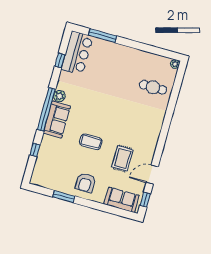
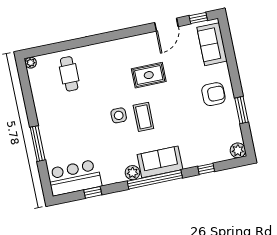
window: (102, 36) -> (38, 144), moved
side table: (105, 107) -> (119, 115), added
coffee table: (91, 142) -> (143, 117), moved
rug: (122, 158) -> (149, 75), moved
door: (152, 175) -> (166, 25), hinge flipped
plant: (36, 179) -> (238, 150), added

